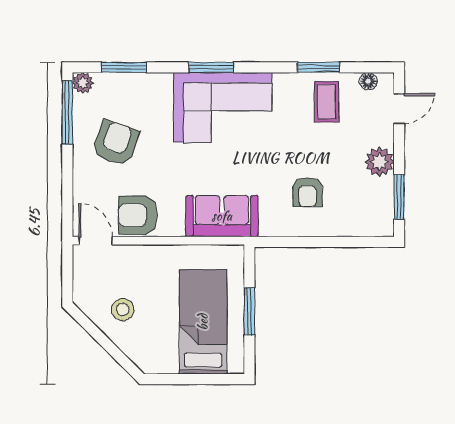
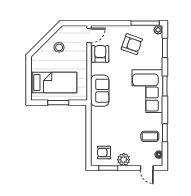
armchair: (308, 192) -> (104, 152), moved

